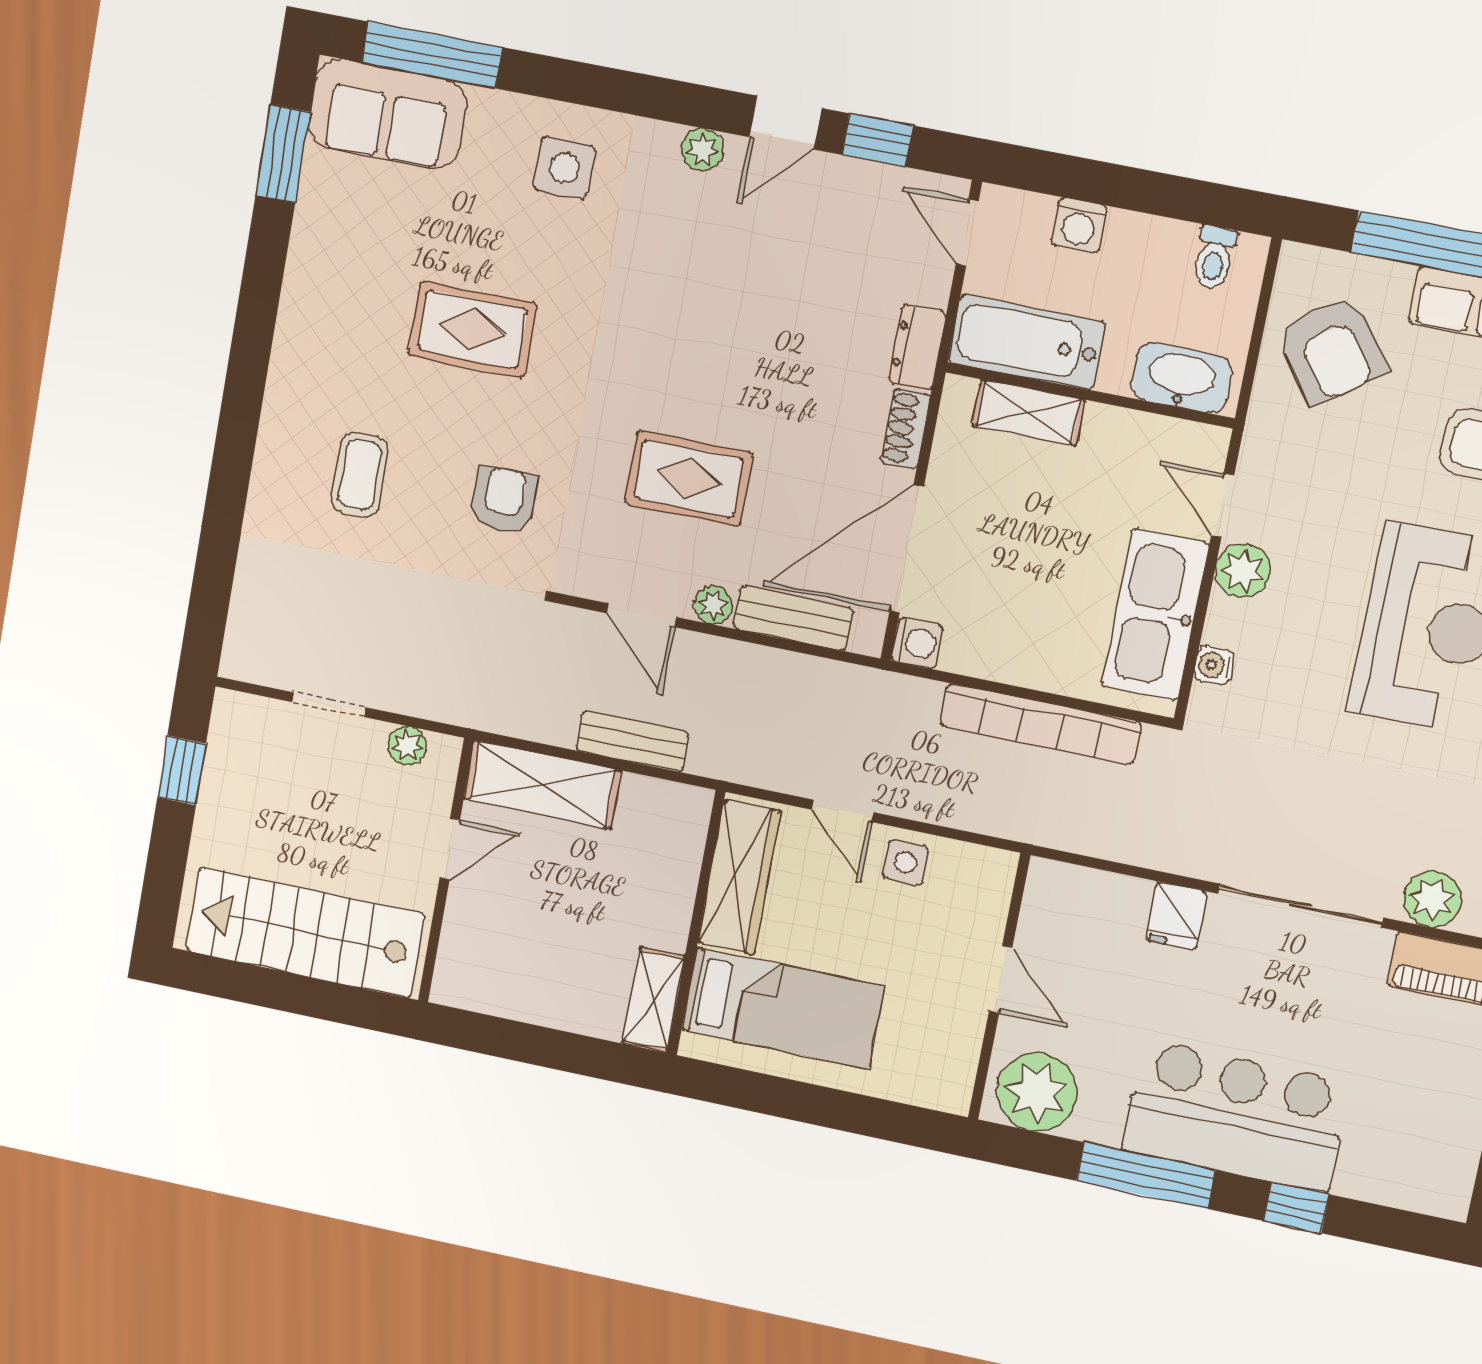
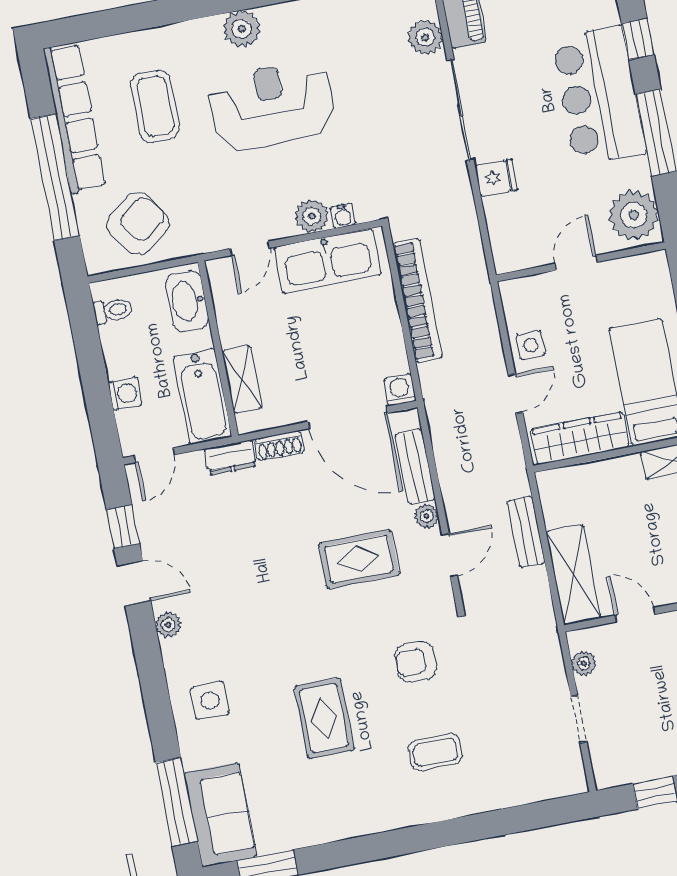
rug: (689, 478) -> (359, 559), turned 90
plant: (1243, 570) -> (312, 216), moved

